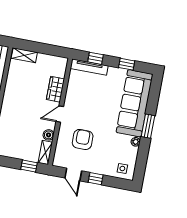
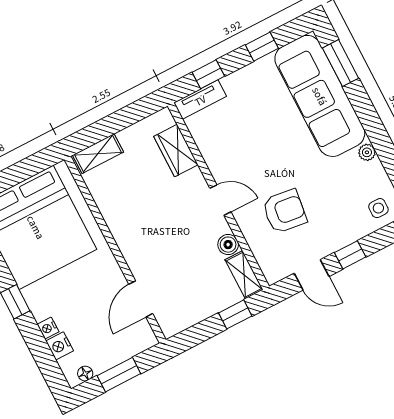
tv unit: (89, 67) -> (200, 100), width x0.71
wardrobe: (56, 89) -> (176, 151), moved
door: (60, 114) -> (220, 200), swing flipped
window: (148, 126) -> (341, 63), moved
armchair: (83, 139) -> (285, 211), turned 97

